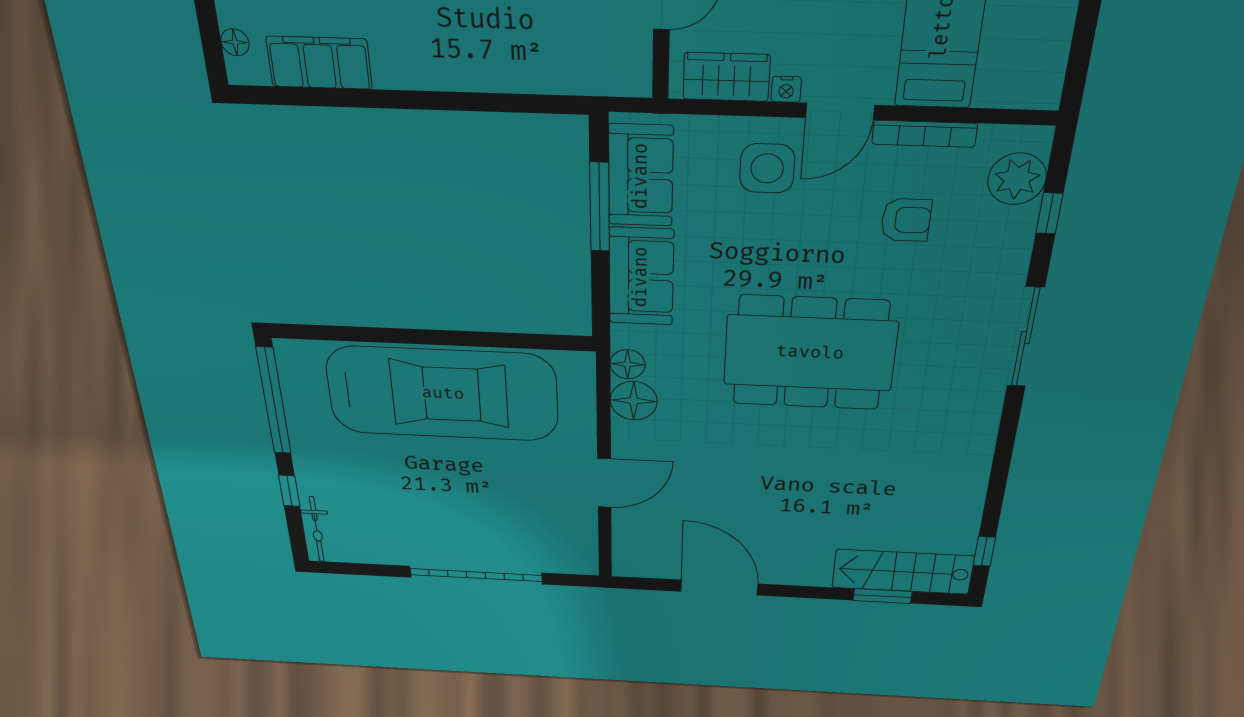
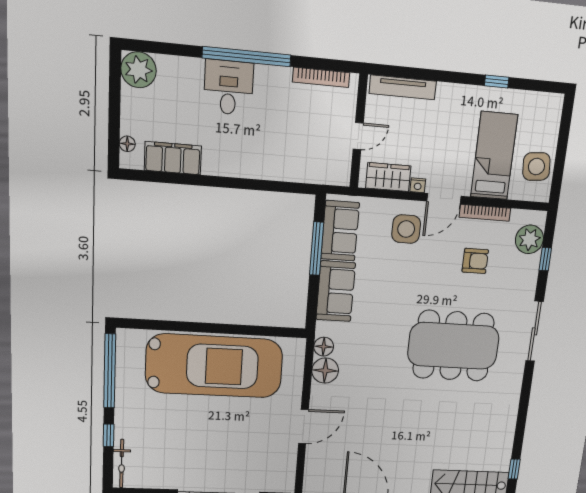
side table: (1033, 43) -> (536, 167), added
dining table: (810, 353) -> (453, 346), moved

